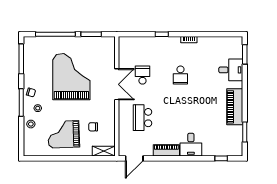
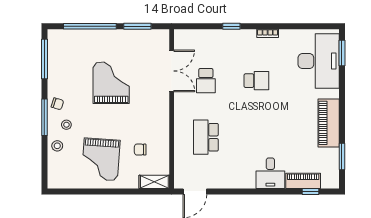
desk: (231, 70) -> (319, 61), width x1.87, depth x1.30
school desk: (142, 75) -> (206, 81), turned 180
school desk: (180, 75) -> (256, 81), turned -90
grand piano: (71, 77) -> (111, 83), width x0.73, depth x0.68
double door: (117, 84) -> (172, 71), moved
grand piano: (64, 134) -> (101, 159), turned -84
piano: (166, 150) -> (303, 181), moved

